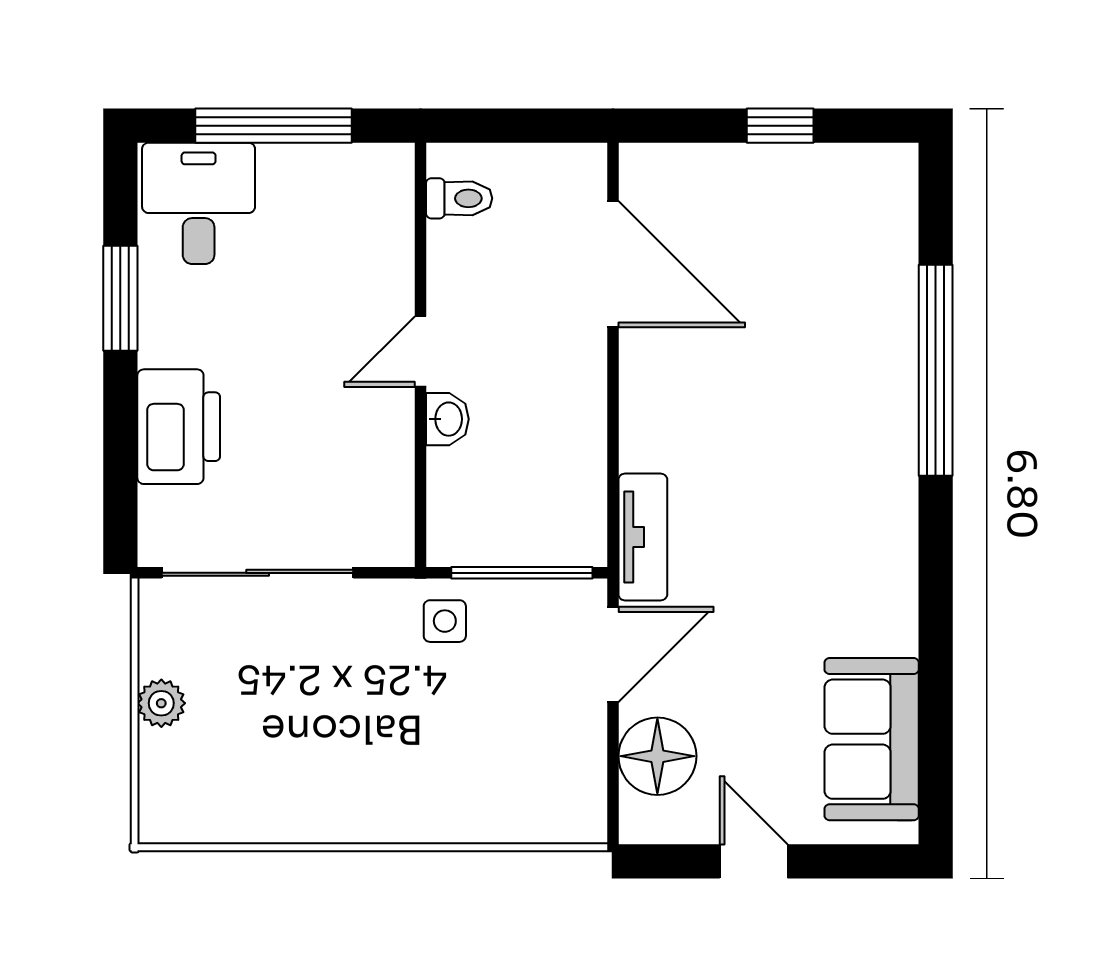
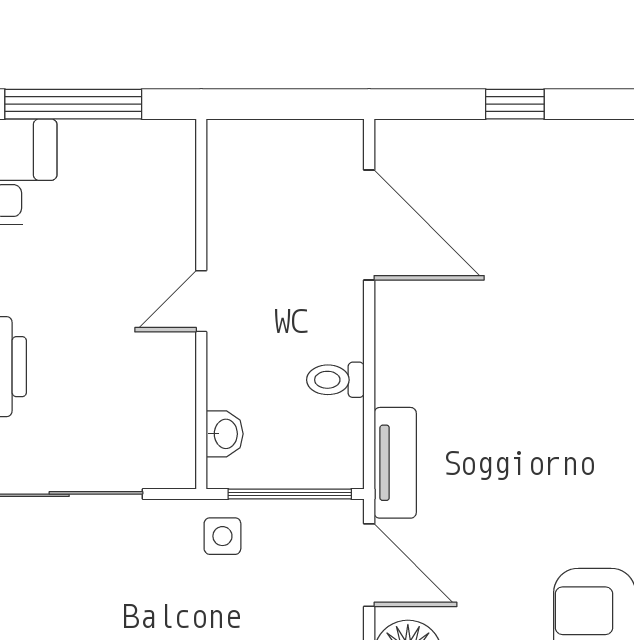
toilet: (459, 198) -> (335, 380), moved, turned 180
washbasin: (447, 419) -> (225, 434), moved
door: (613, 654) -> (369, 565), hinge flipped

